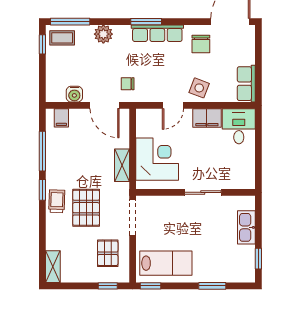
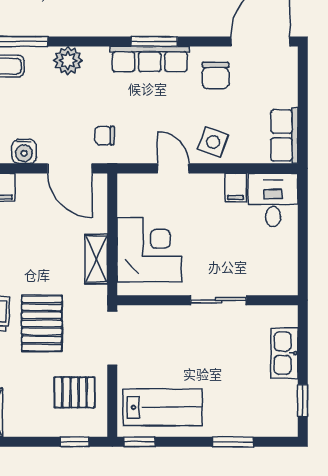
window: (146, 22) -> (154, 41), moved
door: (173, 105) -> (173, 168), swing flipped
filing cabinet: (207, 118) -> (236, 188), width x0.50
pallet: (108, 253) -> (75, 392), turned 90

